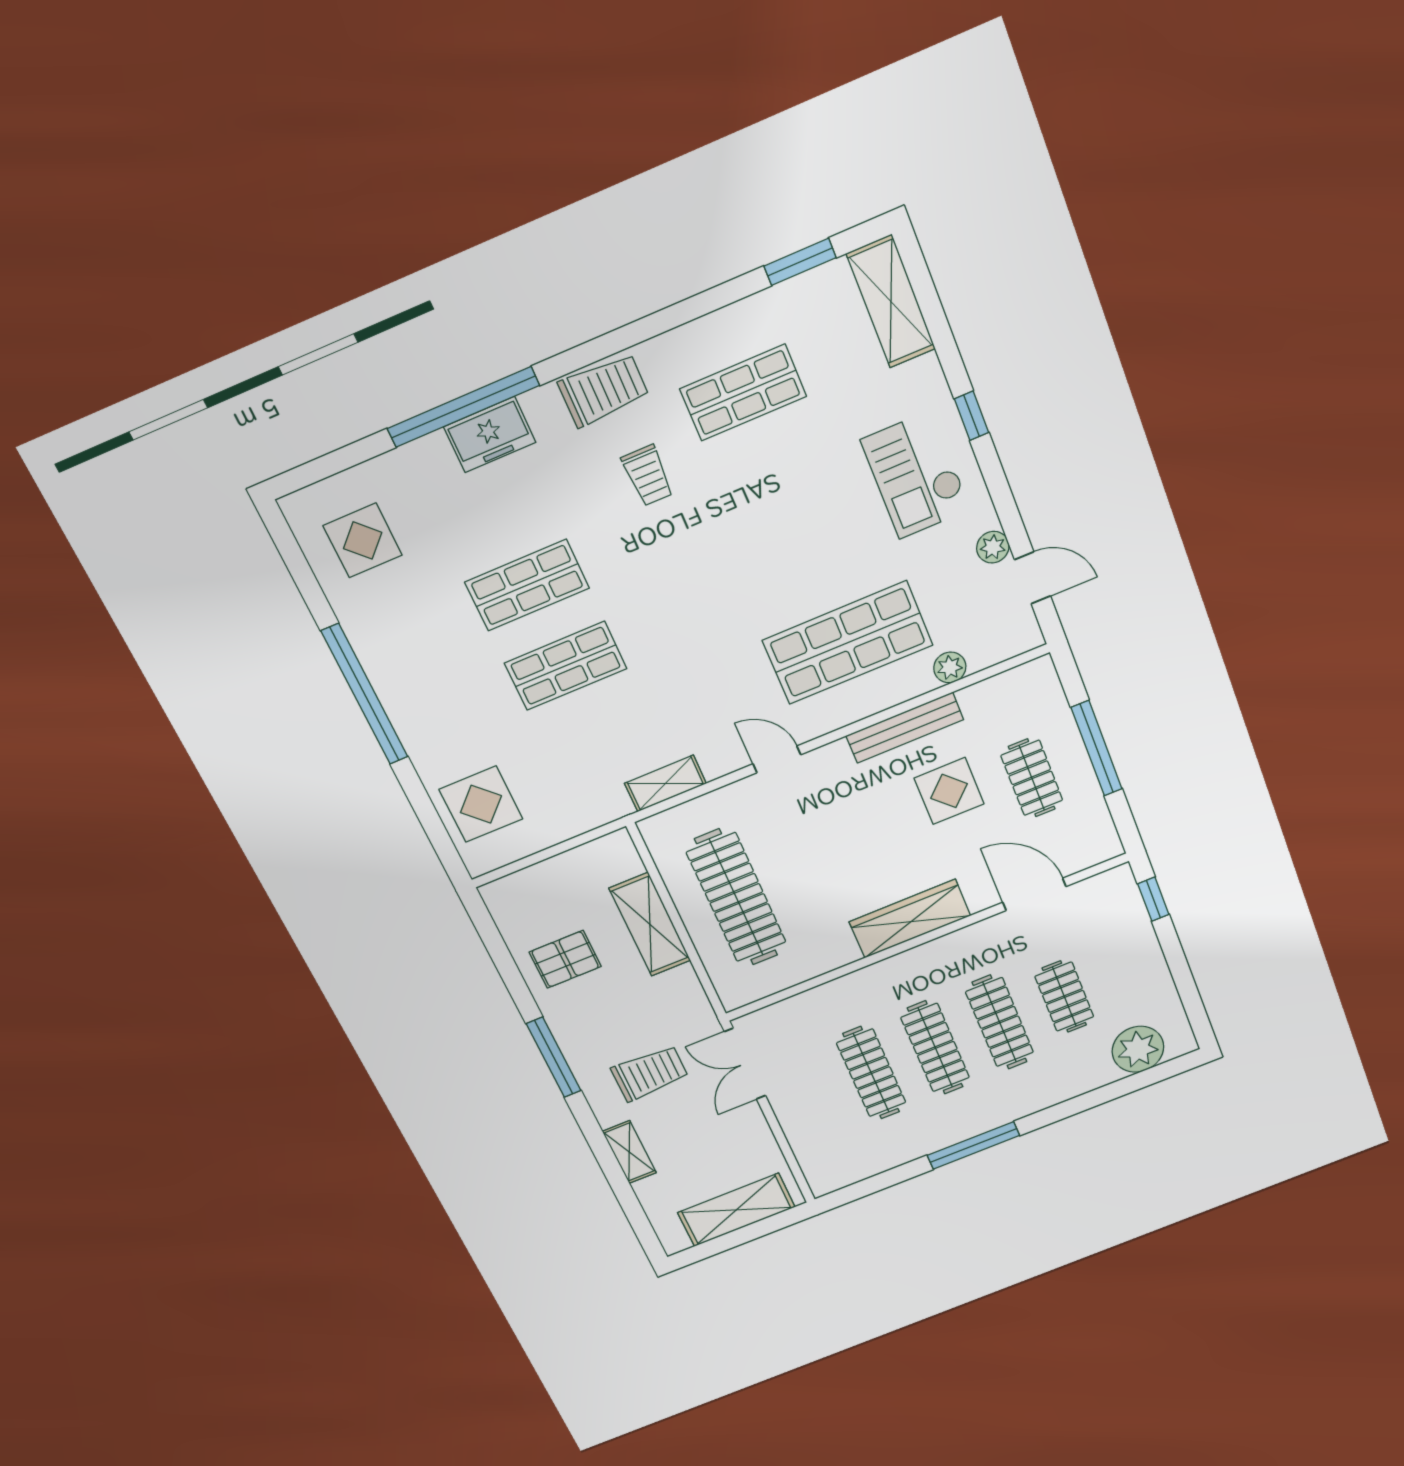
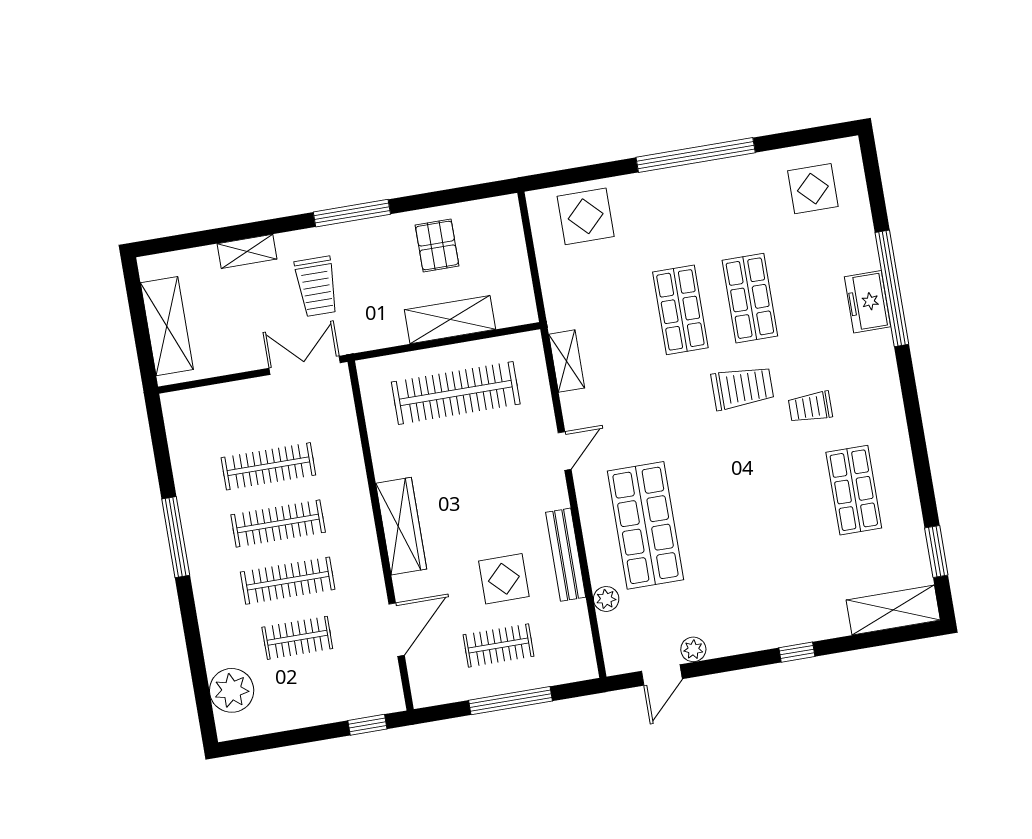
trolley: (604, 390) -> (742, 388), moved, turned -90
checkout: (916, 475) -> (763, 603), removed

